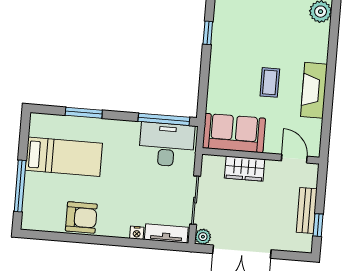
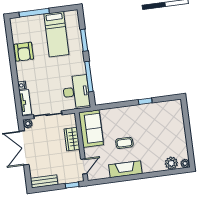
window: (164, 119) -> (89, 77), moved
bench: (307, 210) -> (44, 181), moved
window: (318, 225) -> (72, 185), moved

